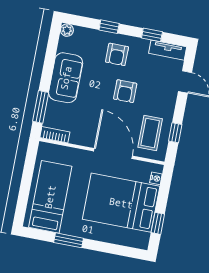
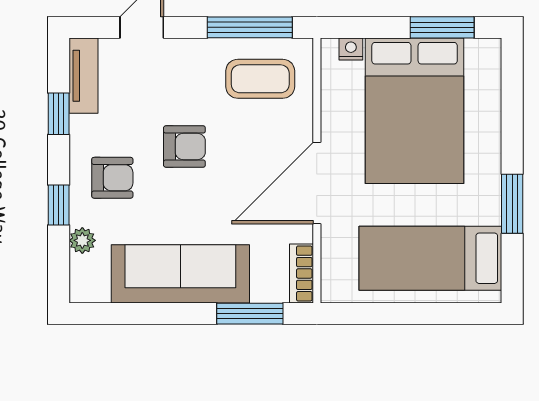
plant: (67, 30) -> (82, 240), moved
sofa: (66, 78) -> (180, 274), width x1.36
window: (175, 133) -> (250, 27), width x2.17
door: (113, 153) -> (317, 183), moved
window: (158, 223) -> (442, 27), width x1.50

